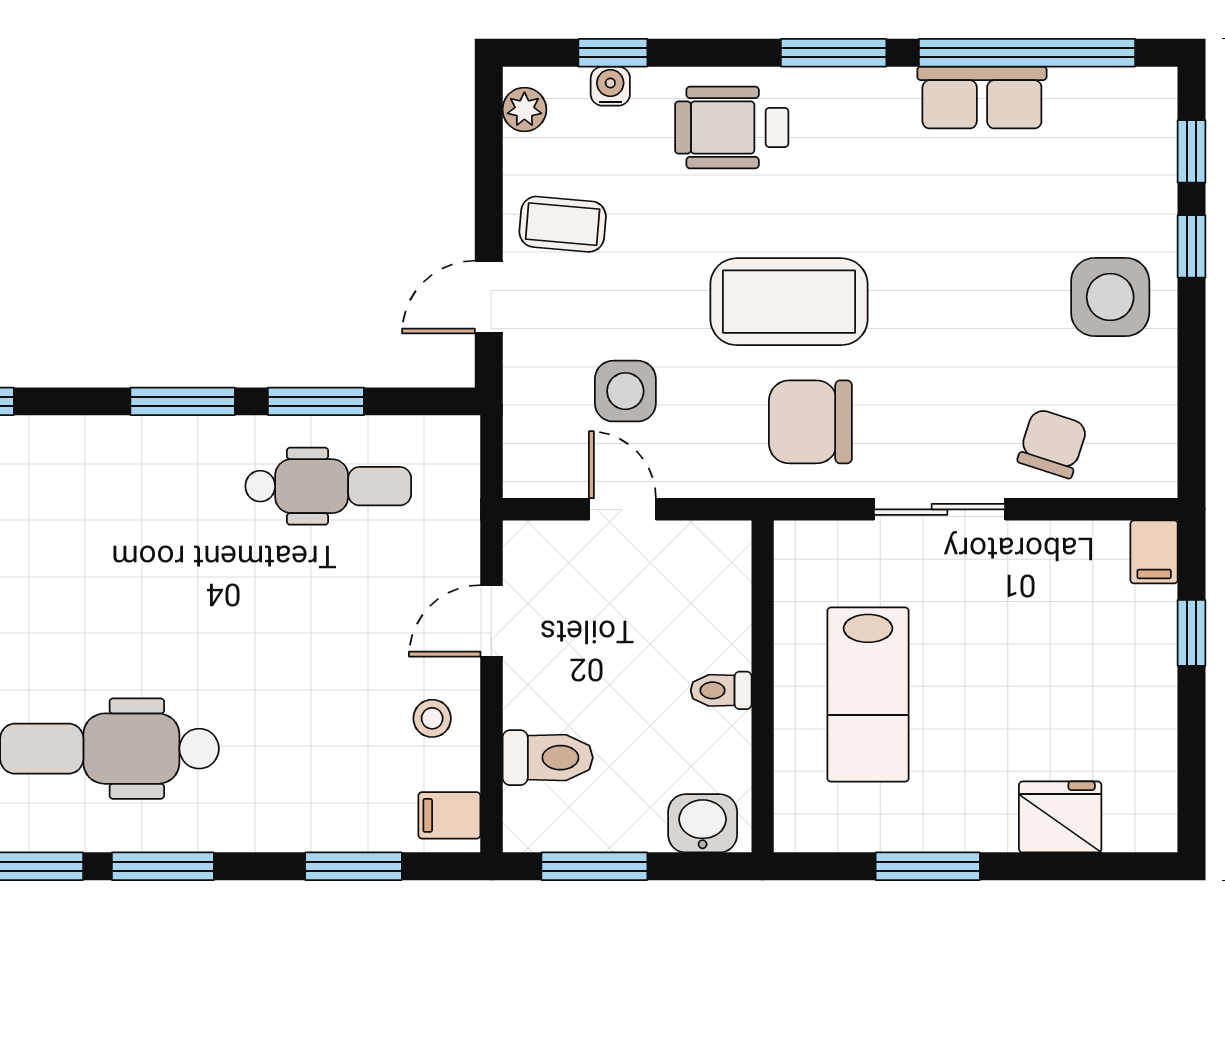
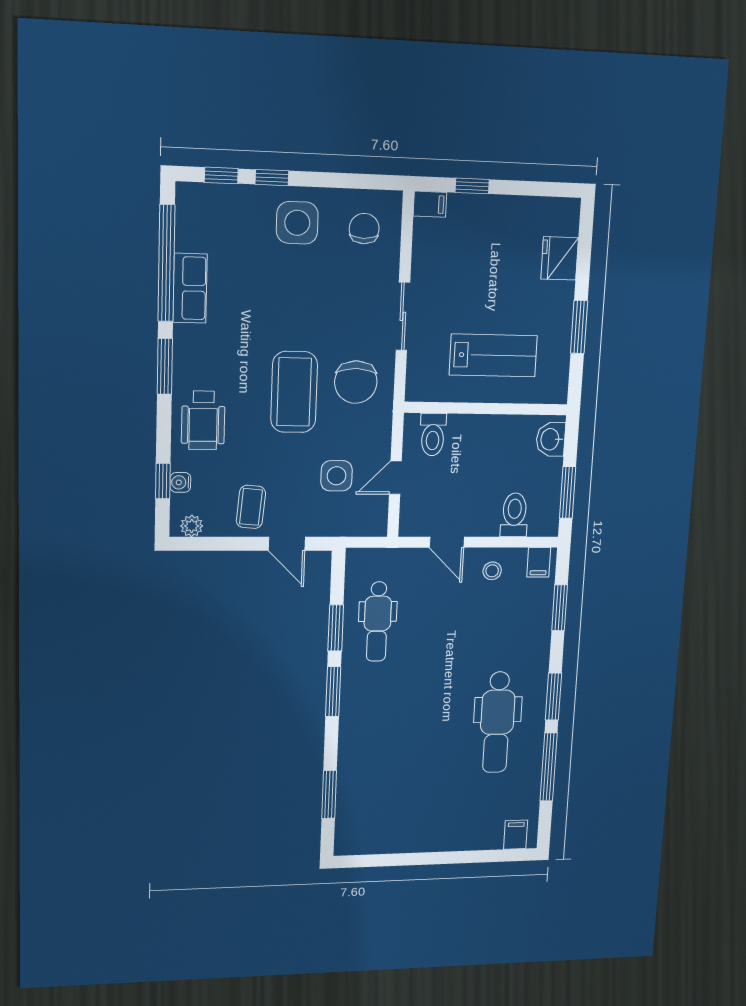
chair: (1052, 443) -> (364, 229), moved, turned 72
dental chair: (328, 486) -> (377, 622), turned 180
toilet: (721, 690) -> (433, 435), moved, width x1.37, depth x1.39

